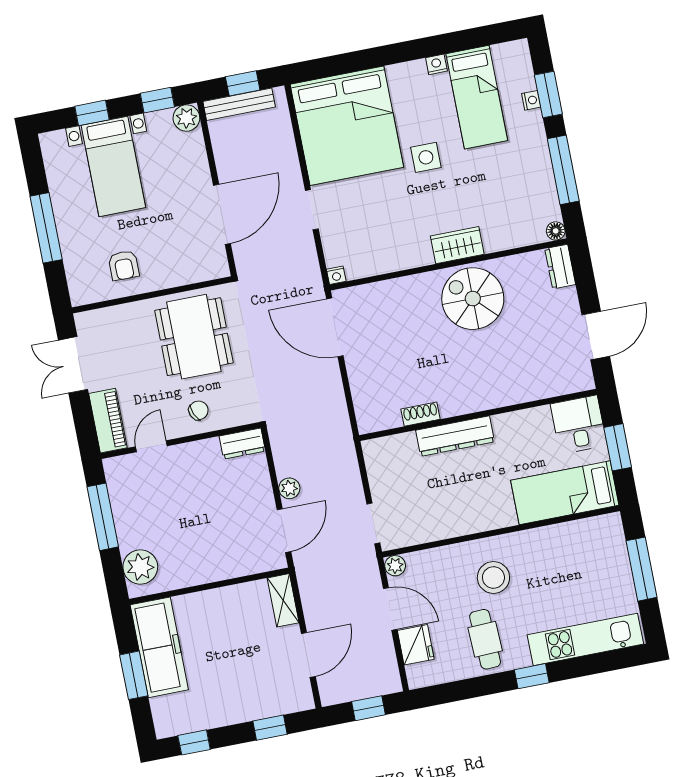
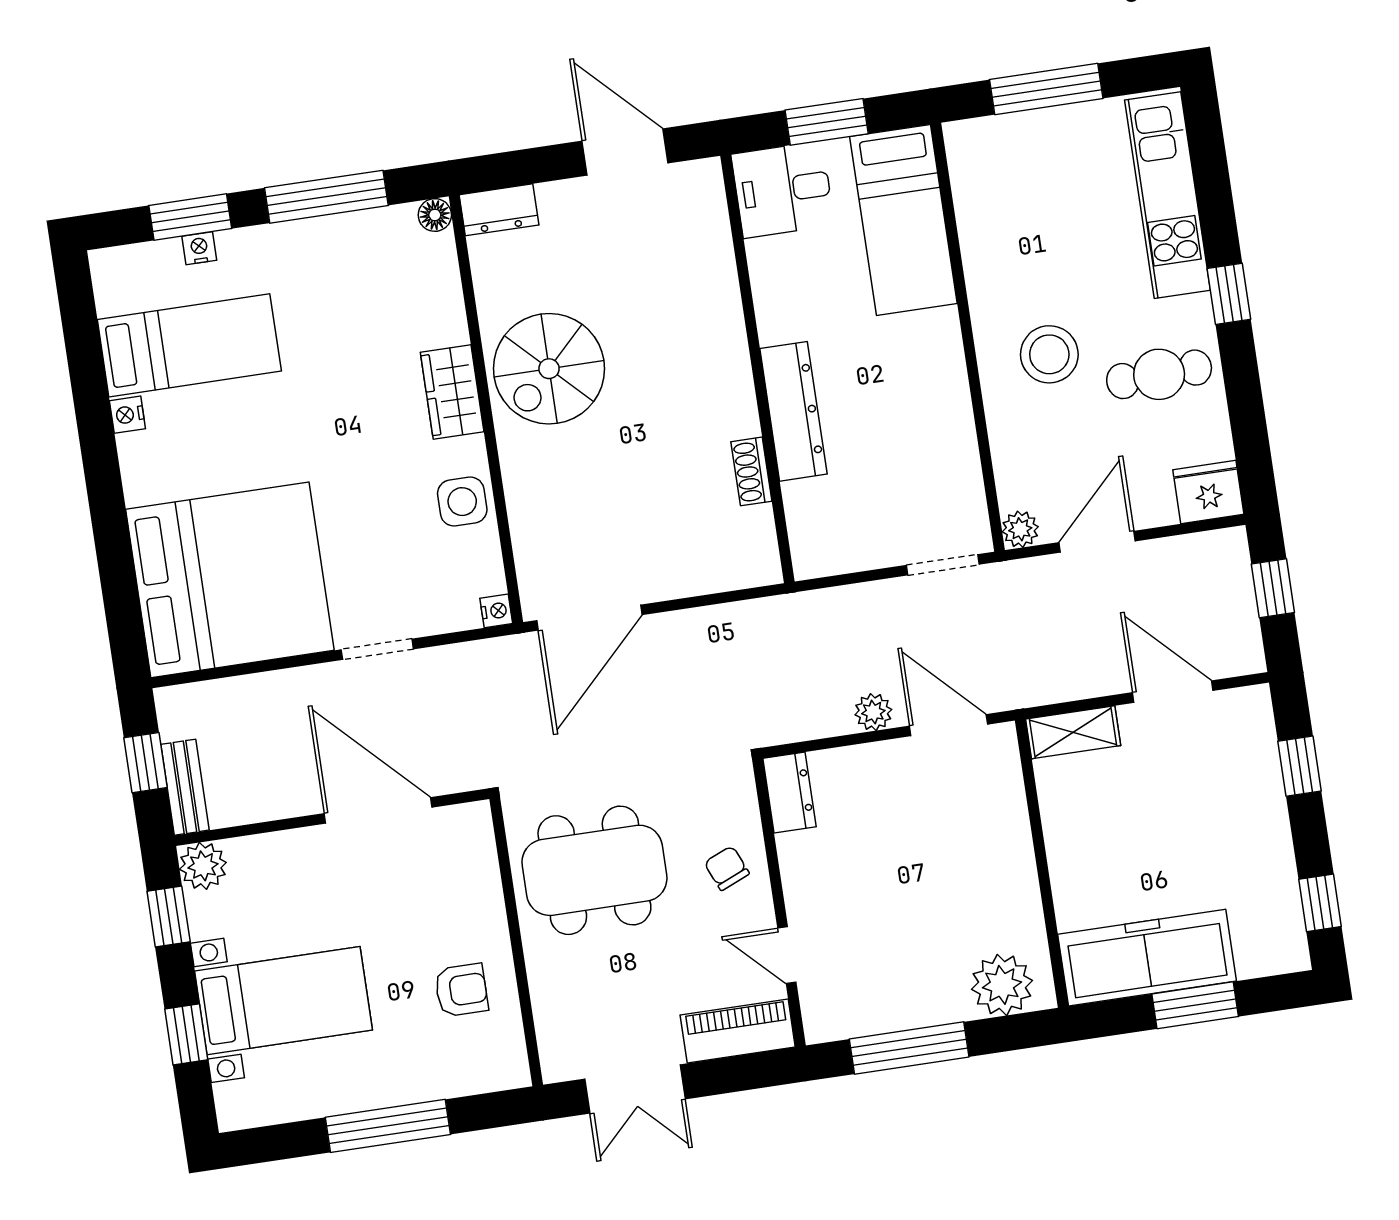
bench: (239, 104) -> (185, 787), width x0.73
side table: (426, 157) -> (462, 502), moved
fridge: (416, 645) -> (1208, 492), moved

